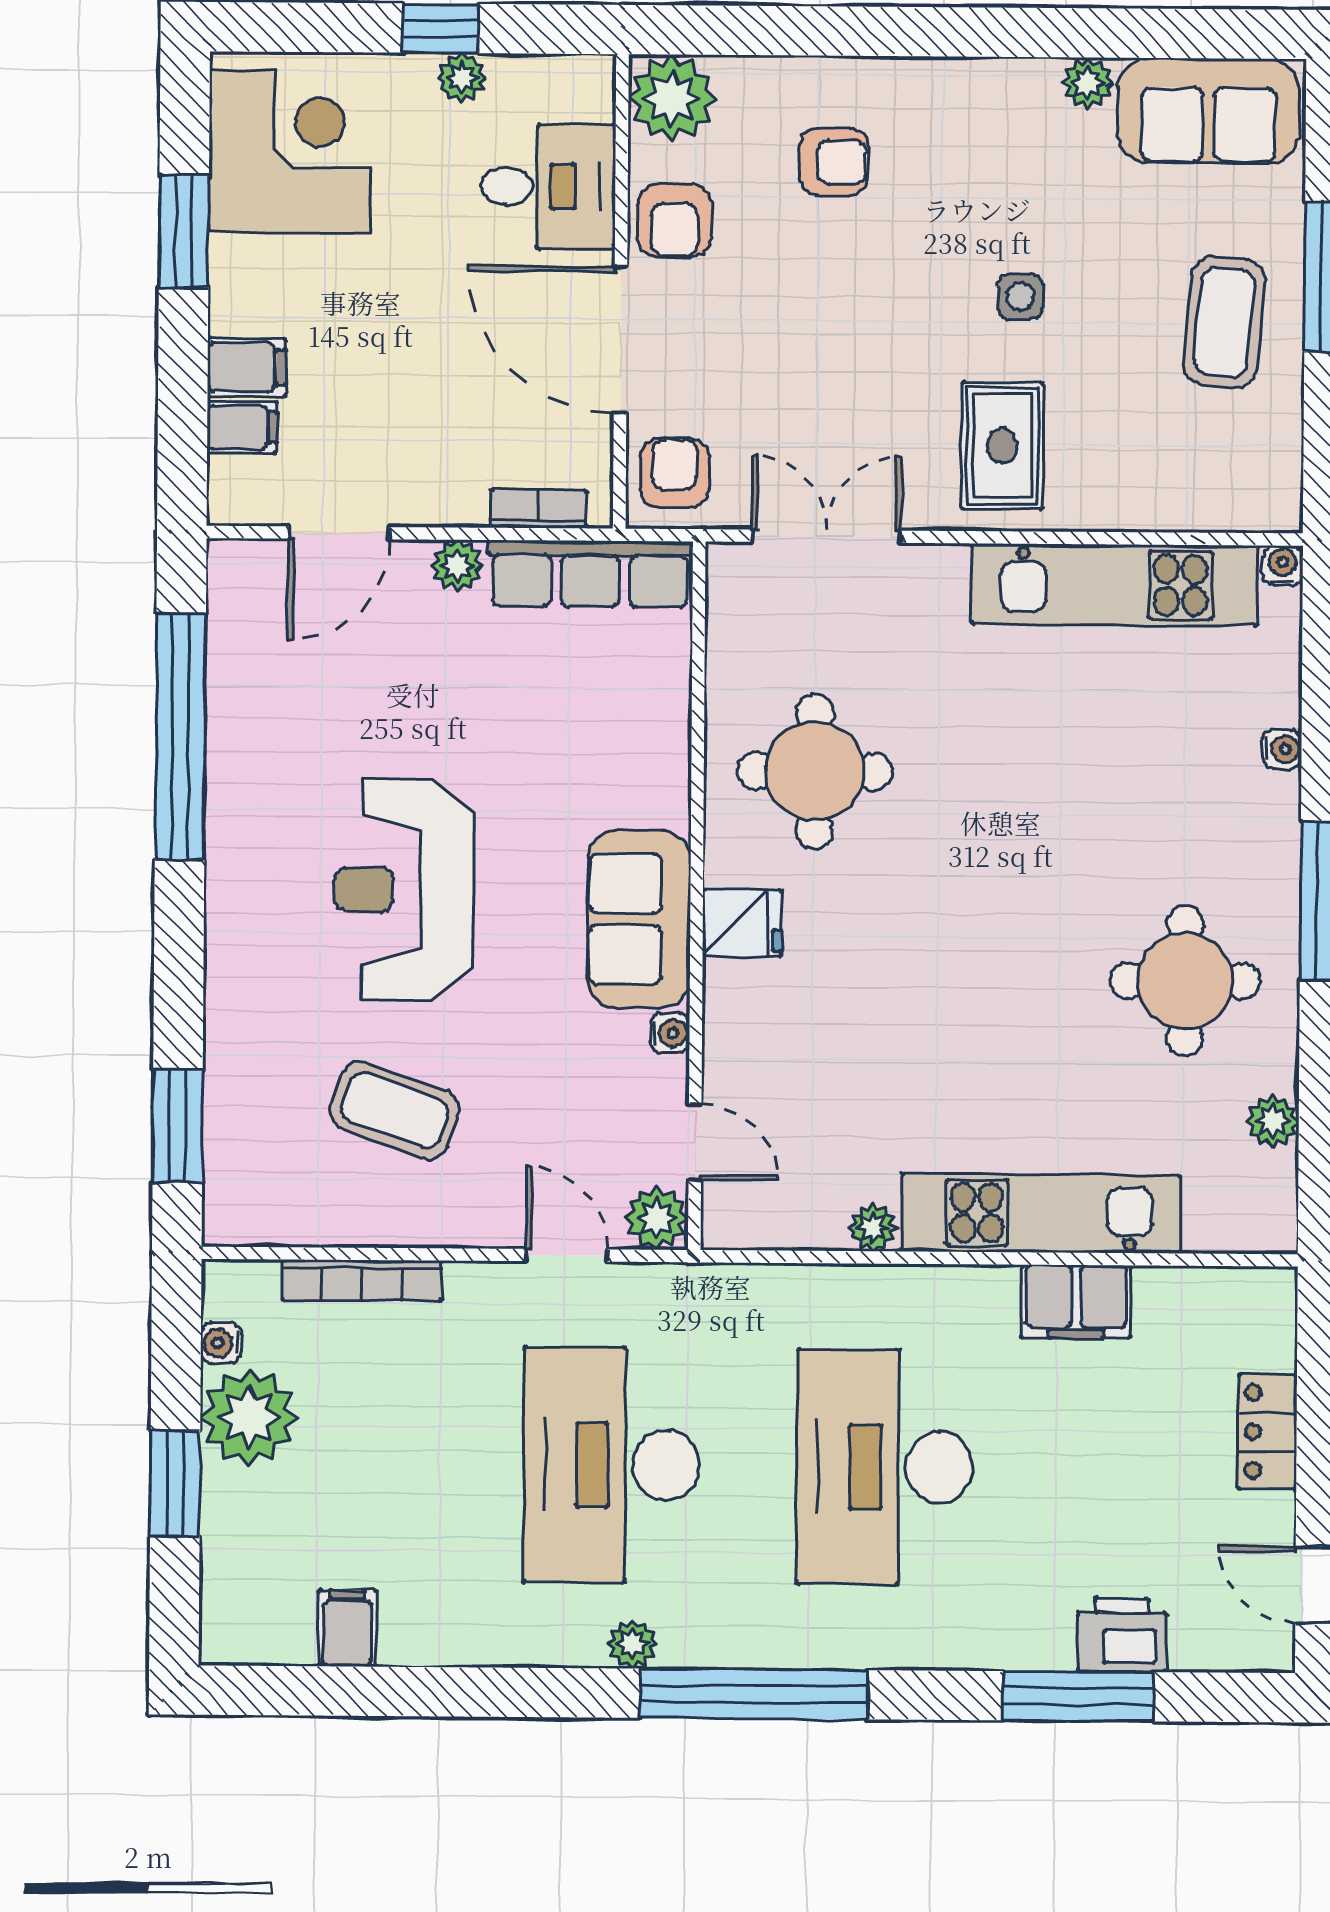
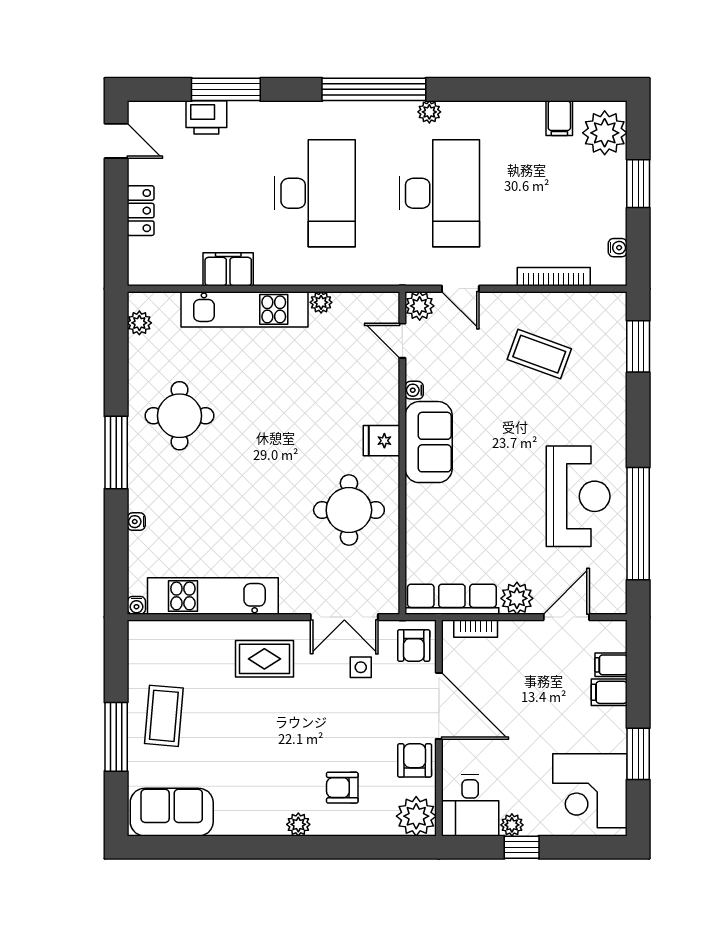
plant: (1088, 83) -> (298, 824), moved
desk: (548, 186) -> (470, 805), moved, turned -90
side table: (1020, 297) -> (361, 667), moved
rug: (1002, 446) -> (264, 659), turned 90
plant: (457, 565) -> (517, 598), width x1.38, depth x1.38
reception desk: (404, 890) -> (578, 496), moved
plant: (1273, 1121) -> (139, 323), moved
plant: (249, 1417) -> (605, 133), moved

